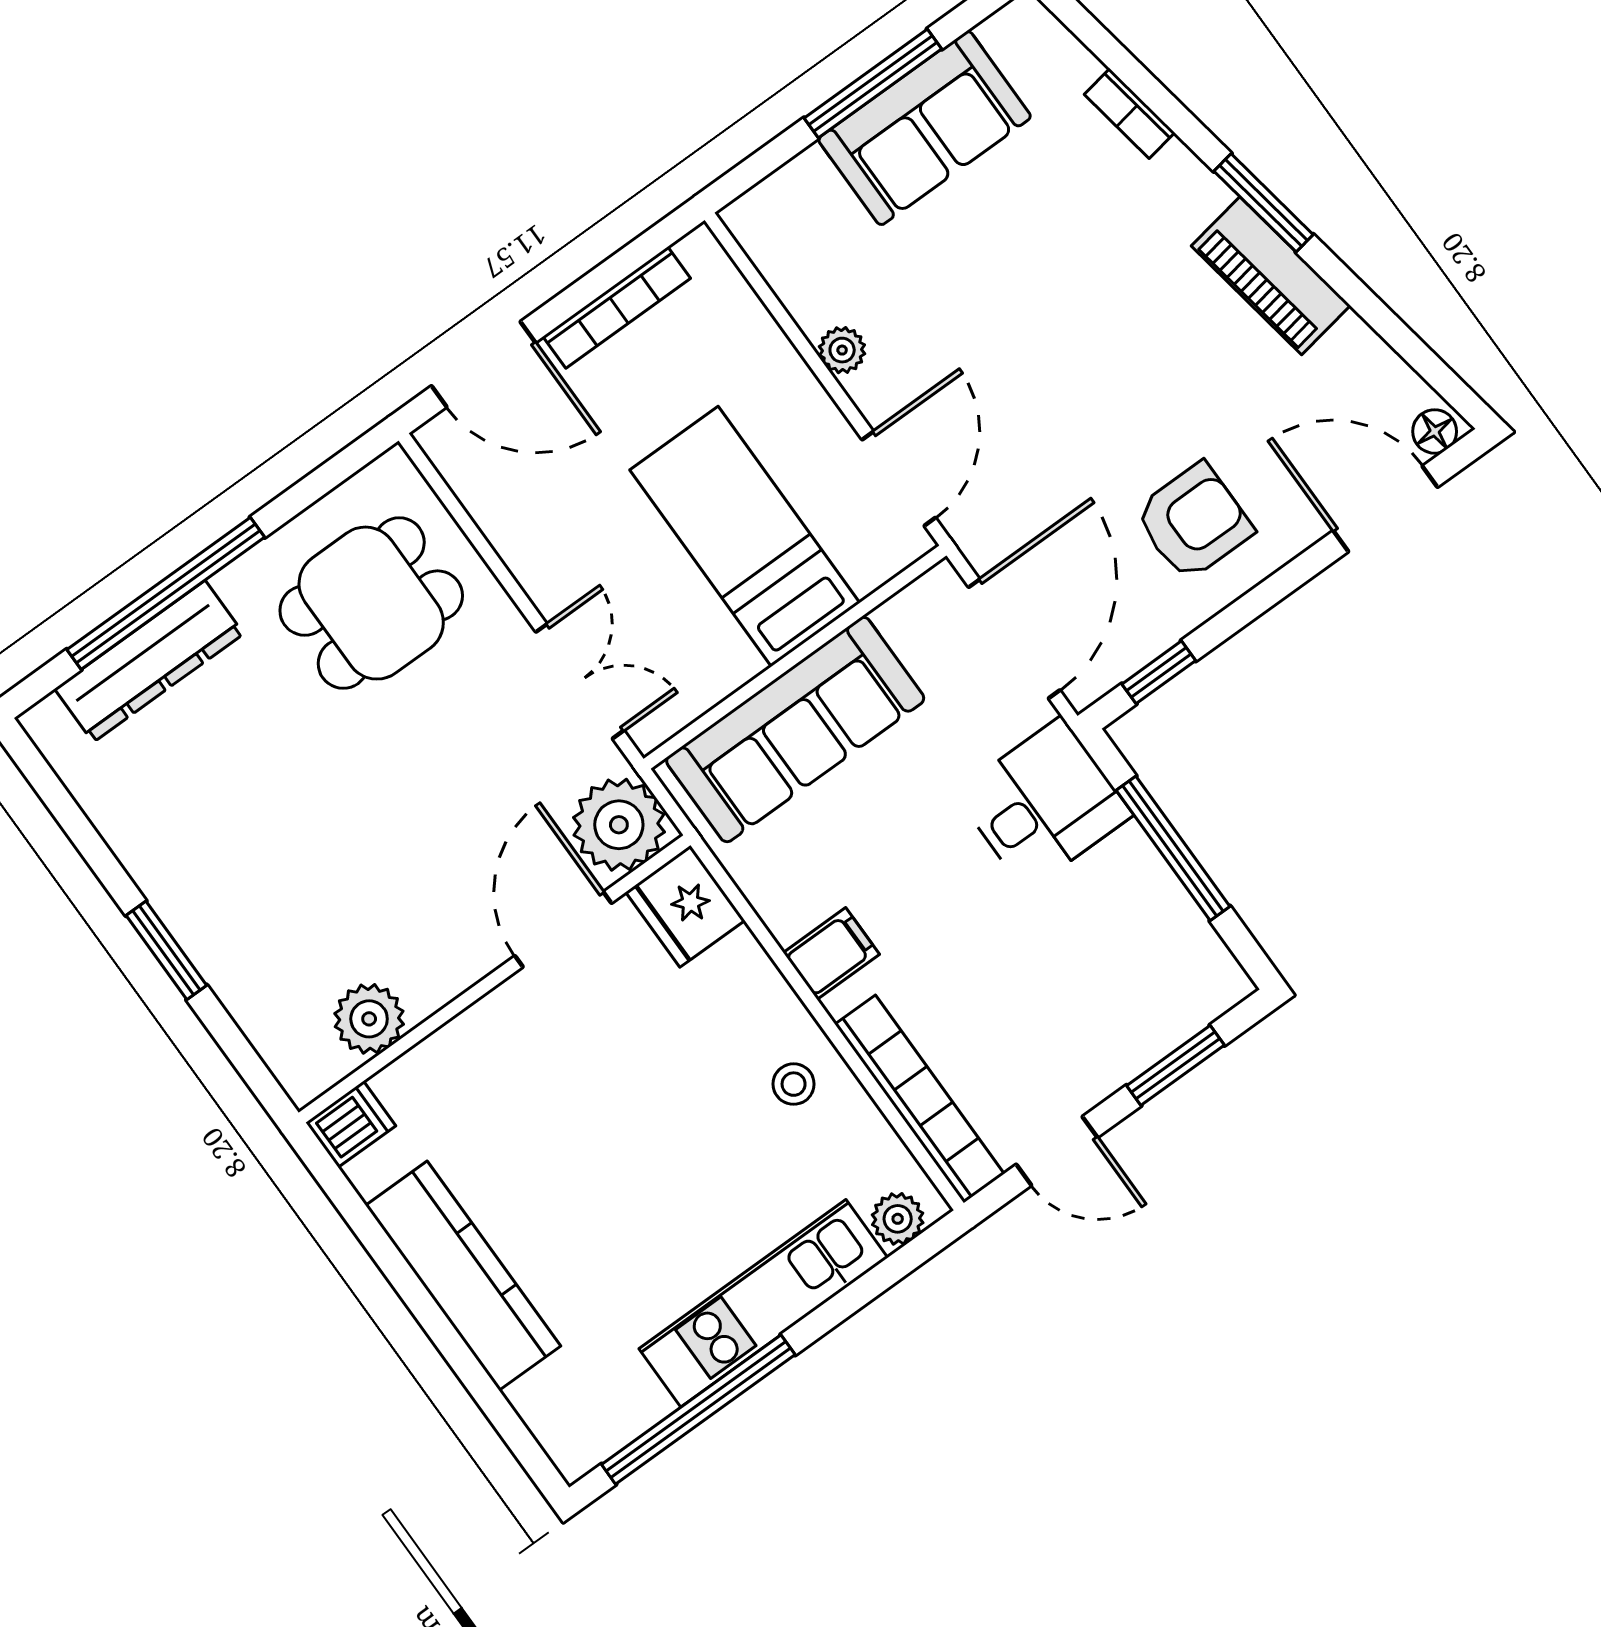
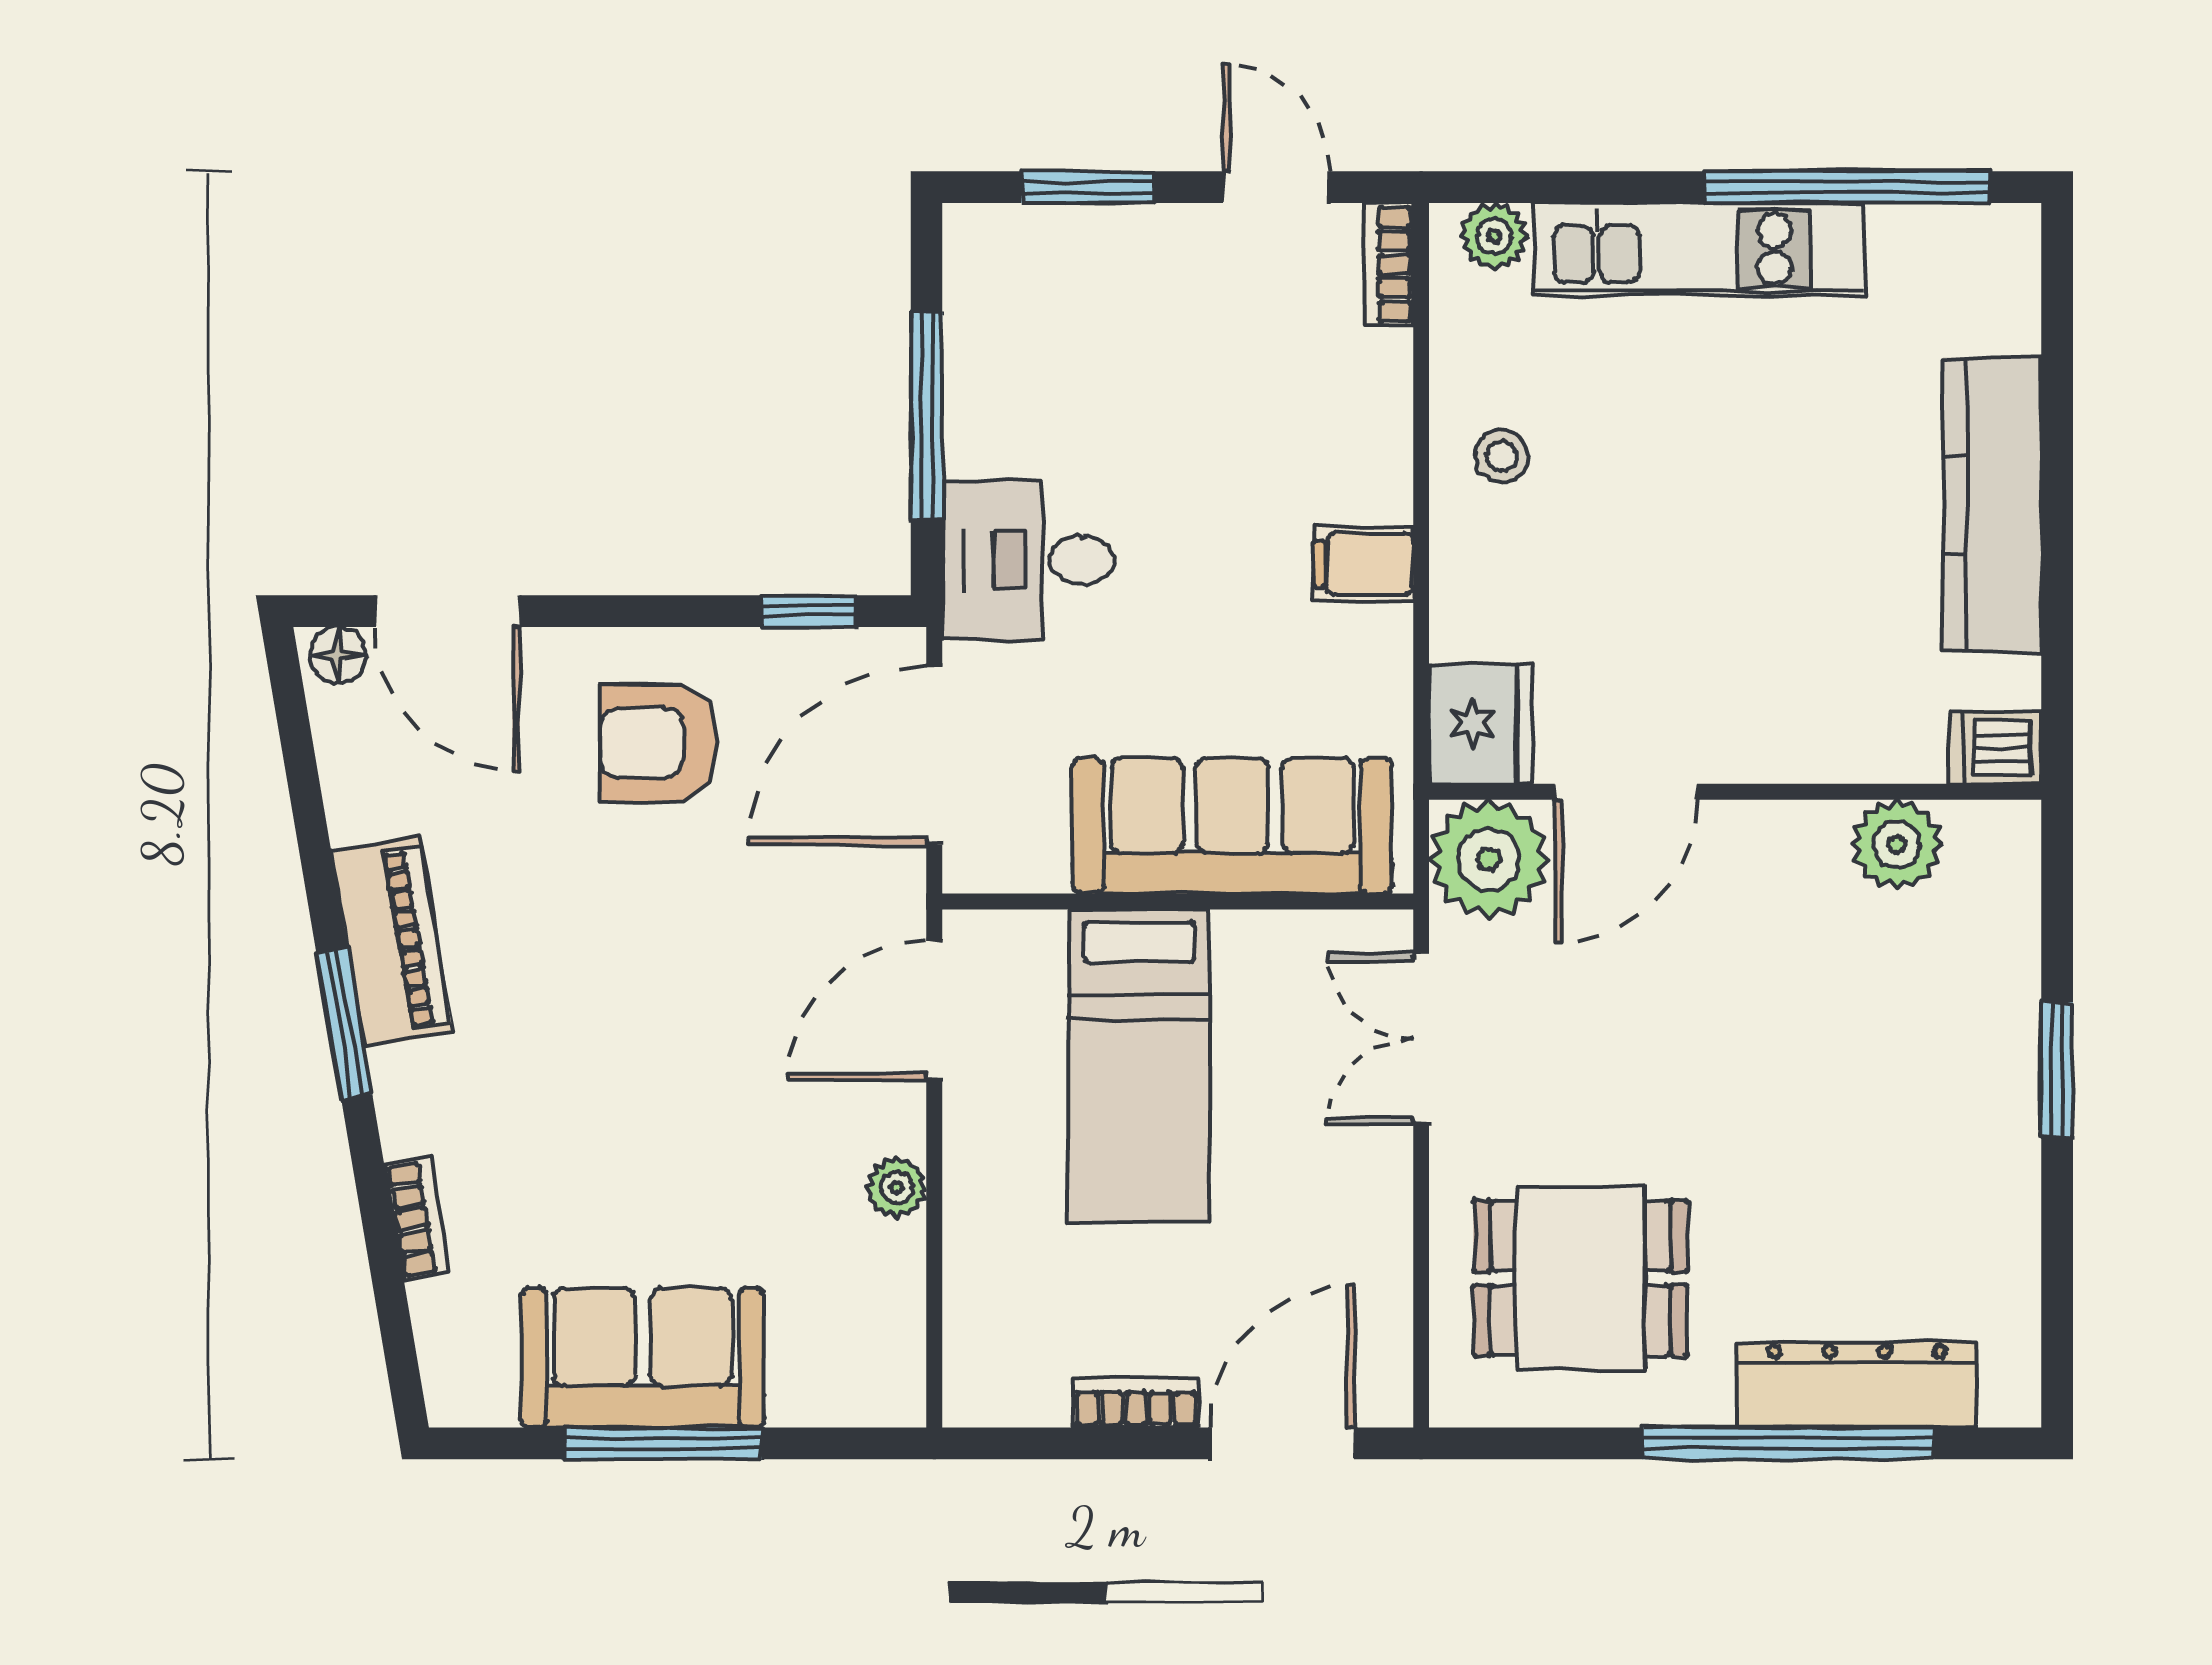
bookcase: (617, 307) -> (1136, 1402), width x0.64
door: (484, 364) -> (1283, 1443), hinge flipped
bookcase: (920, 1099) -> (1389, 264), width x0.43, depth x0.76

